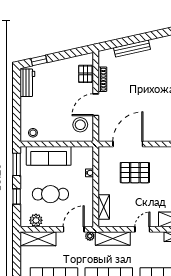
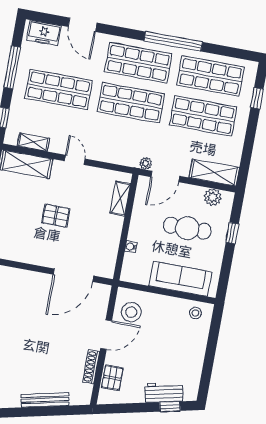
workbench: (27, 83) -> (164, 392), moved, turned 77
window: (17, 164) -> (224, 275), removed
pallet: (135, 173) -> (56, 216), moved, width x0.67, depth x0.71
door: (142, 229) -> (75, 160), swing flipped
shelving: (113, 238) -> (116, 155), removed

